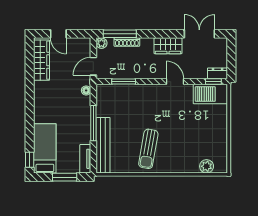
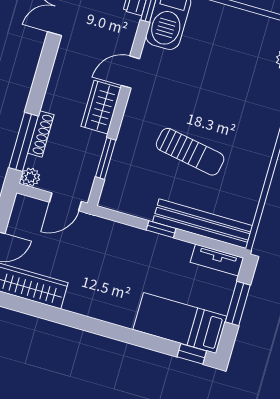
wardrobe: (168, 46) -> (101, 107), moved, turned 180
door: (93, 66) -> (65, 202), hinge flipped
floor lamp: (86, 90) -> (103, 226), removed
window: (93, 123) -> (161, 229), width x0.46
sun lounger: (148, 149) -> (190, 152), moved

